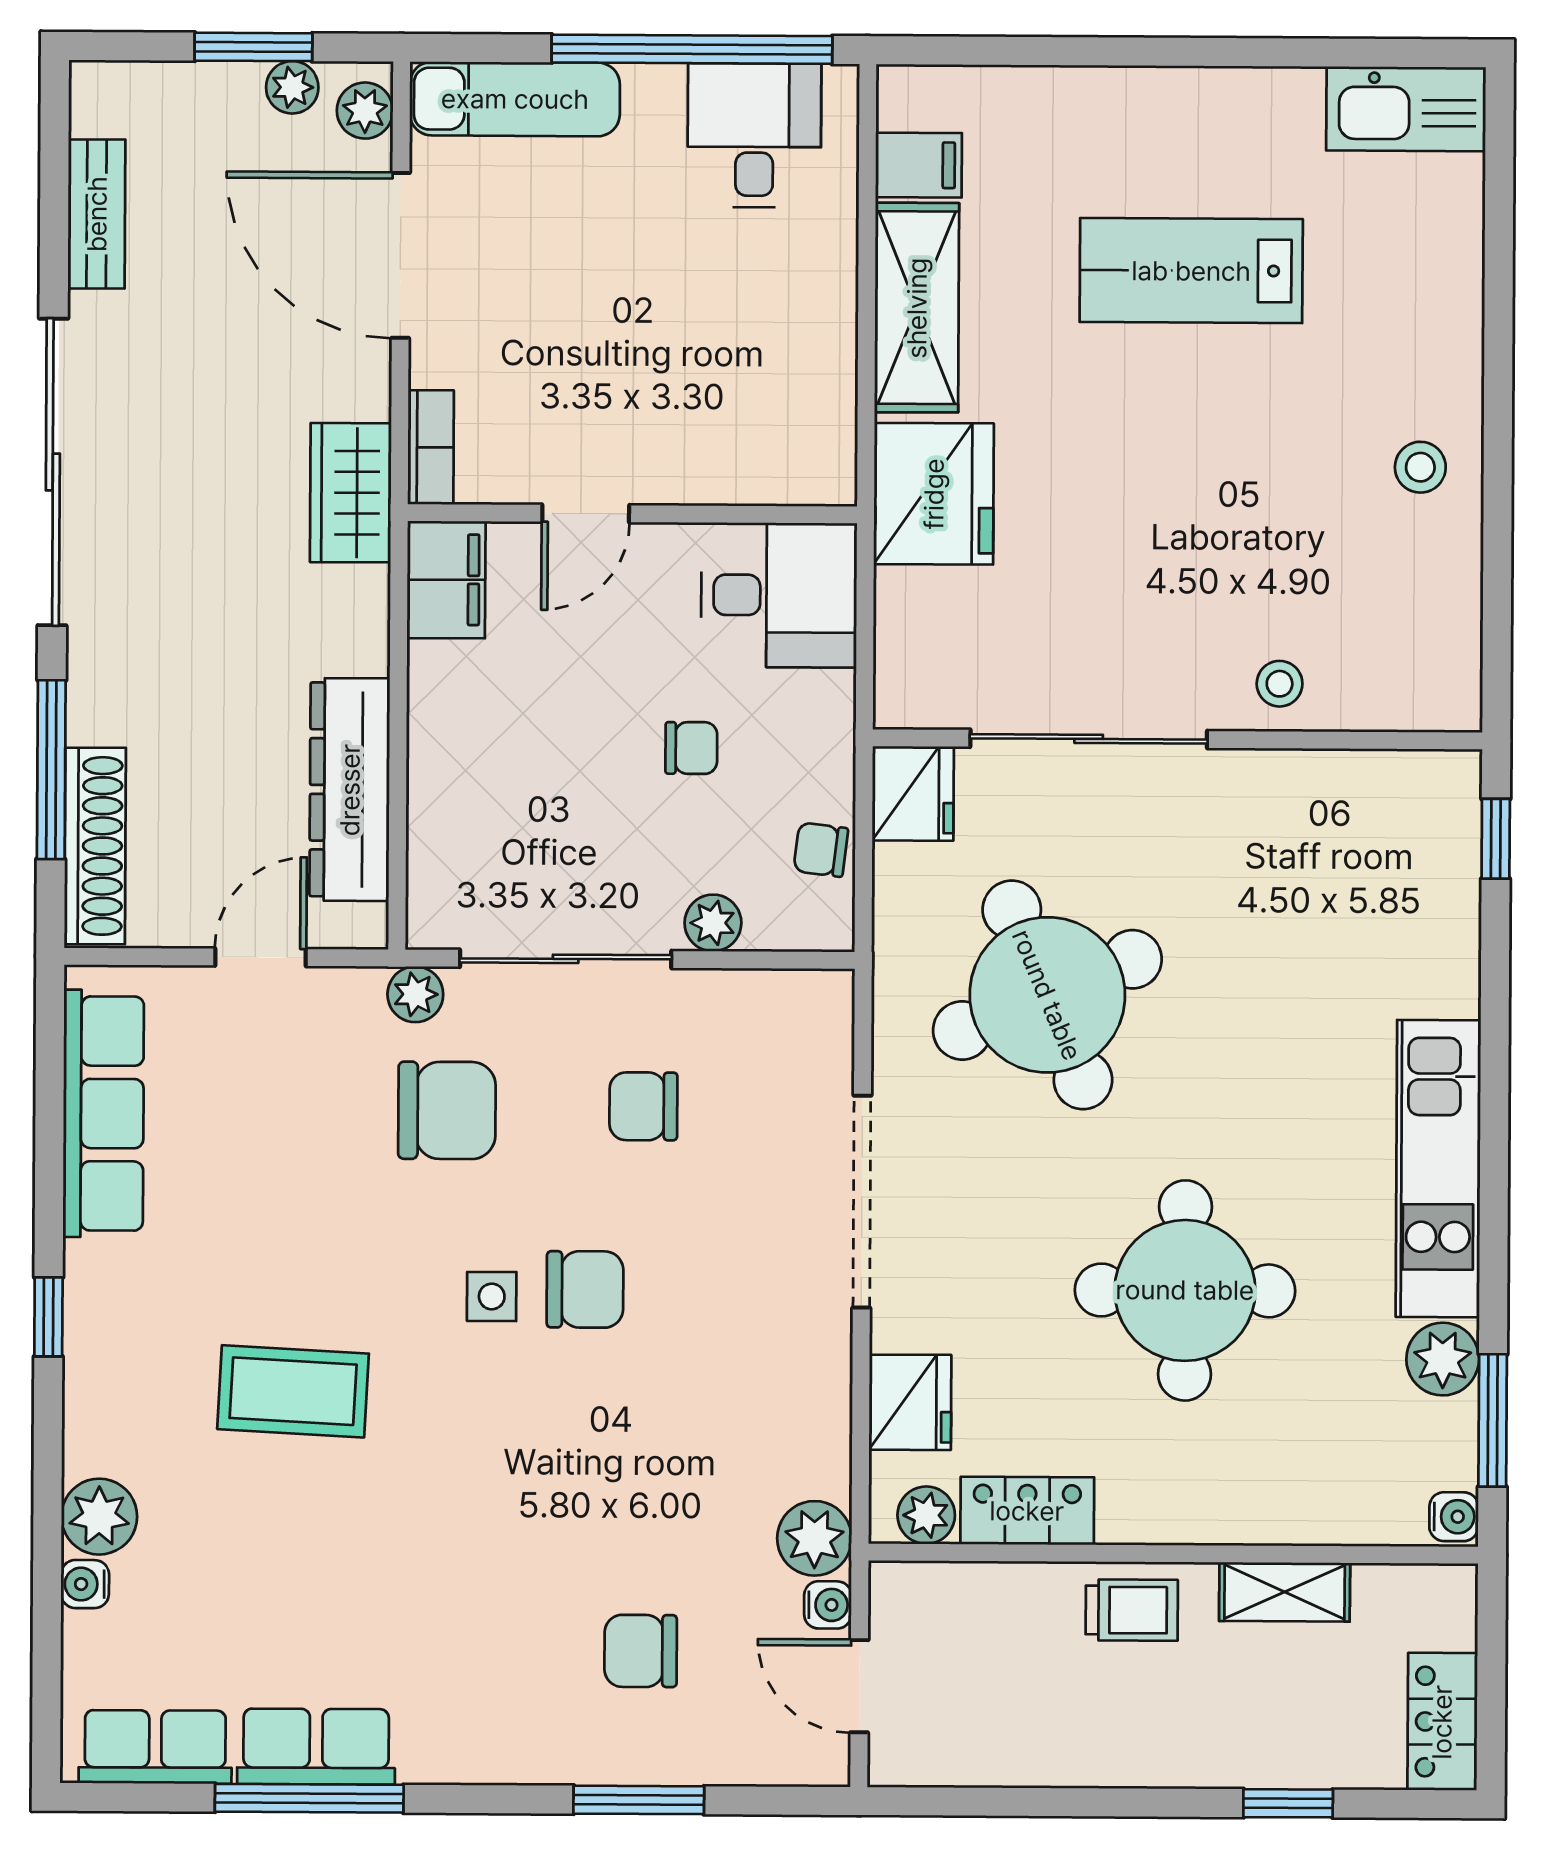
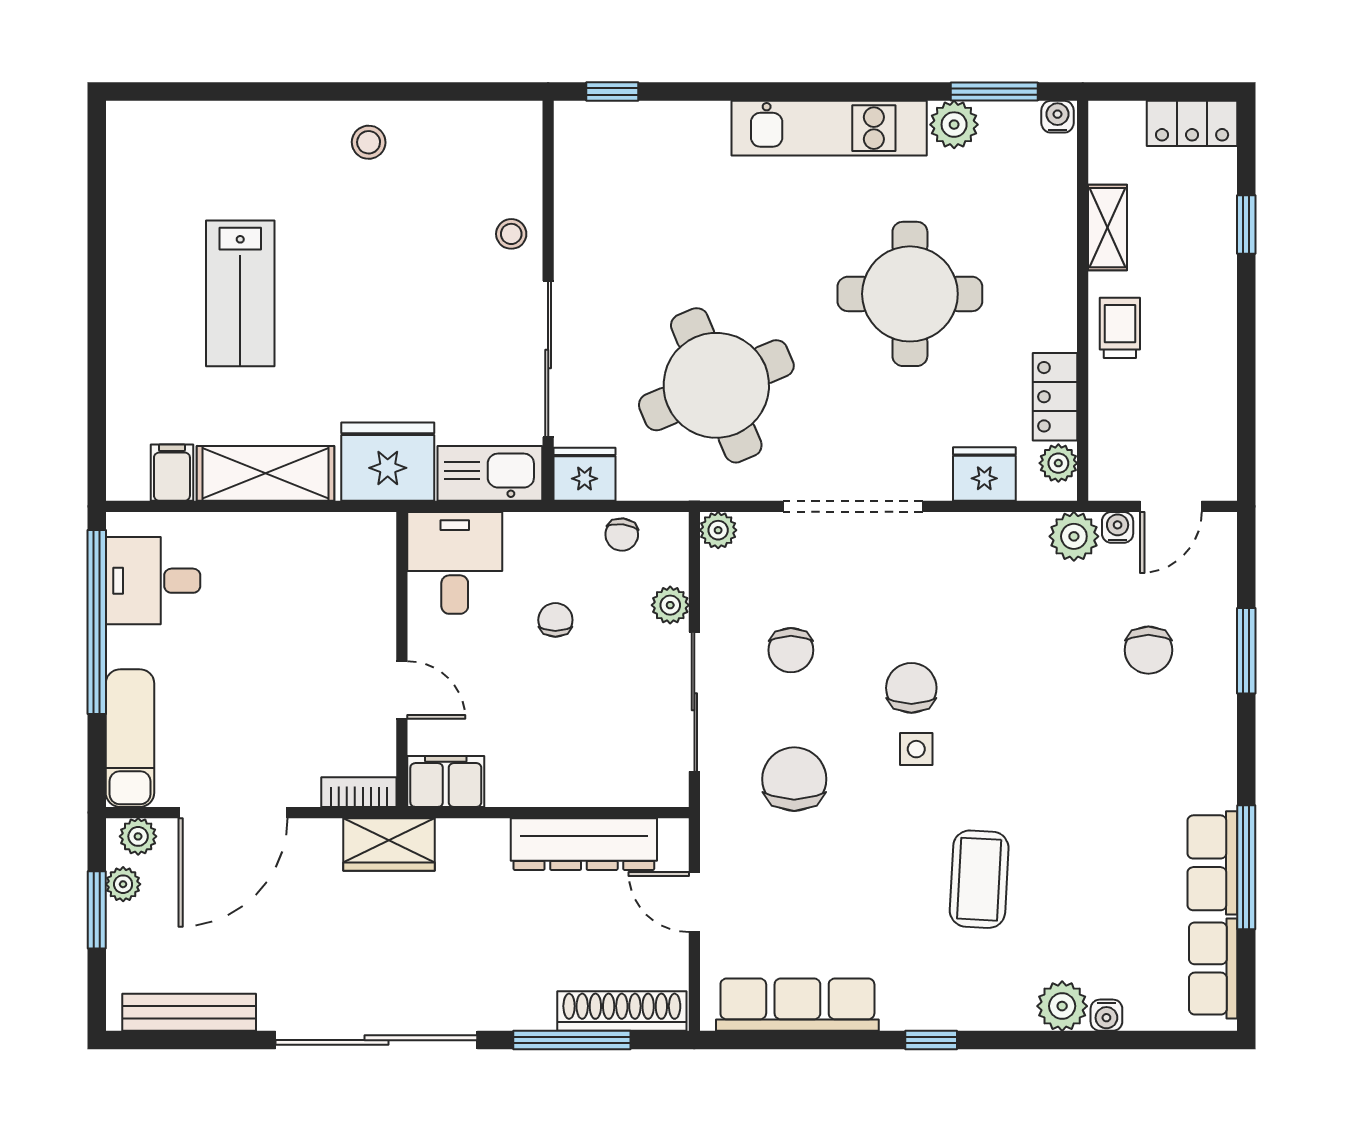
kitchen sink: (1406, 109) -> (490, 473), moved, turned -90
bench: (97, 214) -> (189, 1012), width x1.36
plant: (415, 994) -> (718, 530), moved

